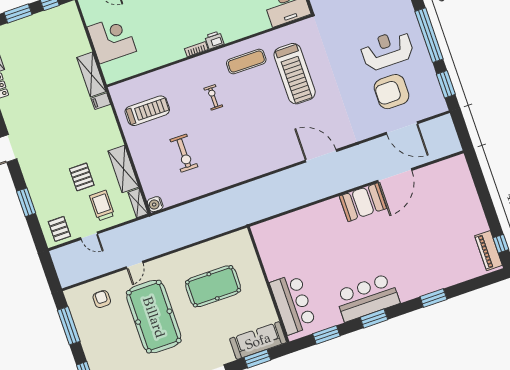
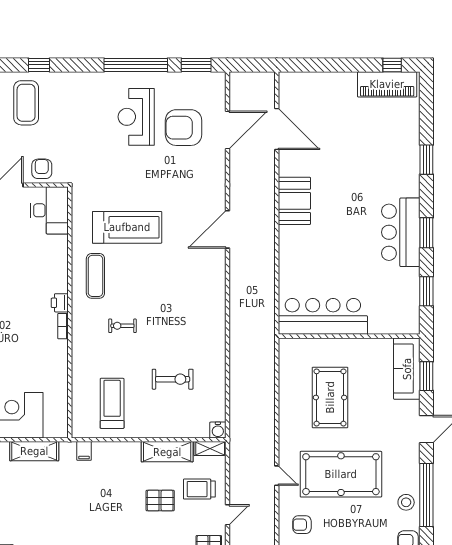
shelving: (91, 74) -> (34, 451), moved
armchair: (392, 92) -> (184, 128), turned 90
door: (395, 175) -> (277, 129), moved
piano: (488, 251) -> (387, 84), width x1.37, depth x1.33
bar counter: (293, 304) -> (323, 316), moved, width x1.36

